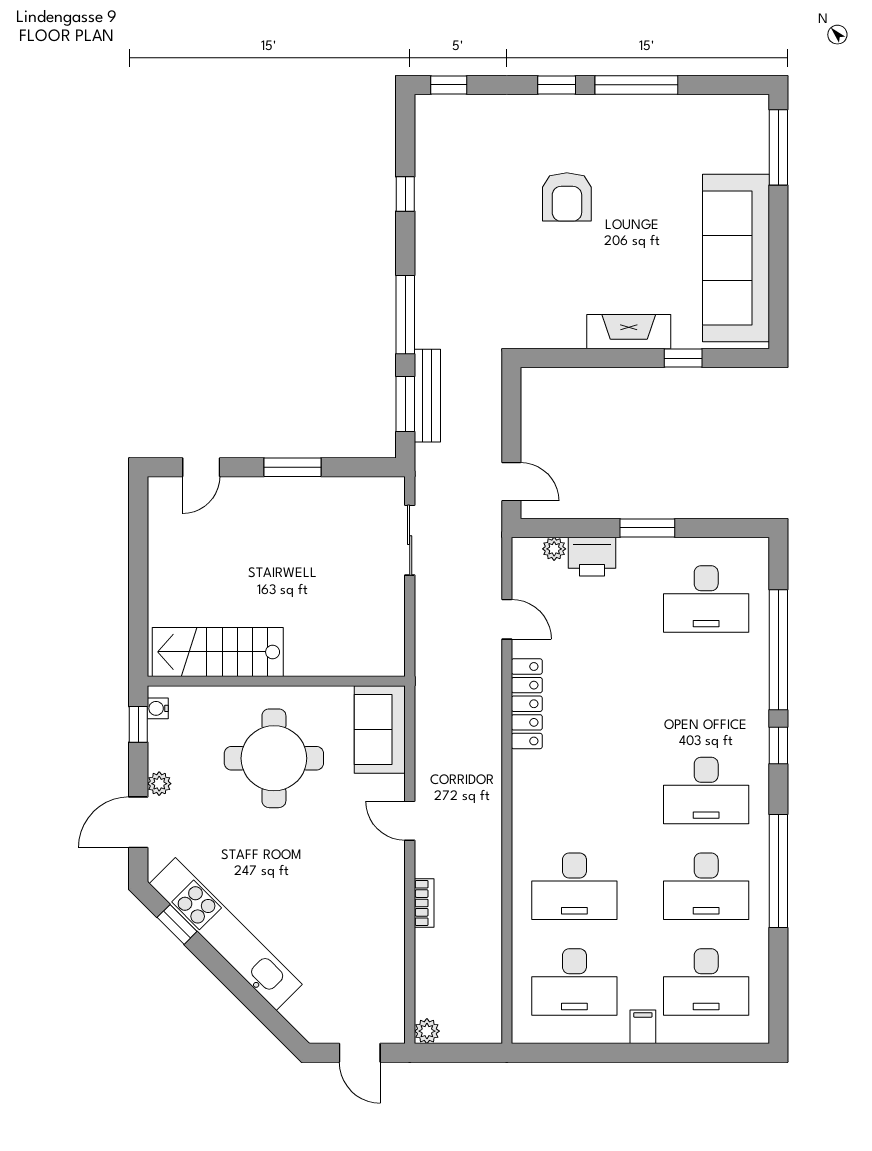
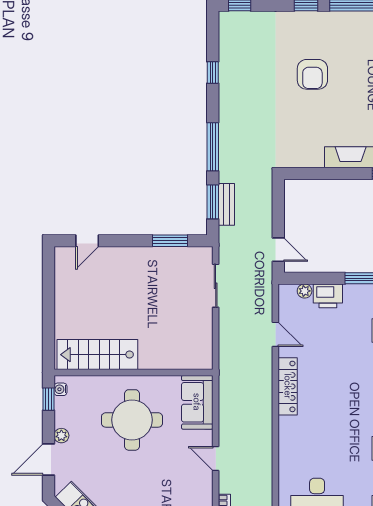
bench: (427, 396) -> (226, 204), width x0.73
window: (292, 467) -> (170, 241), moved

